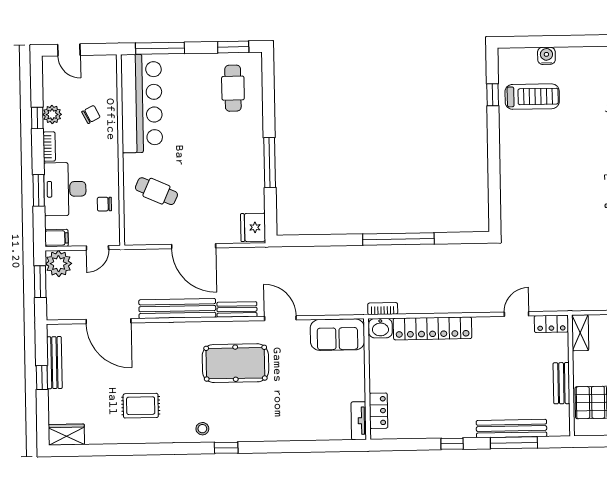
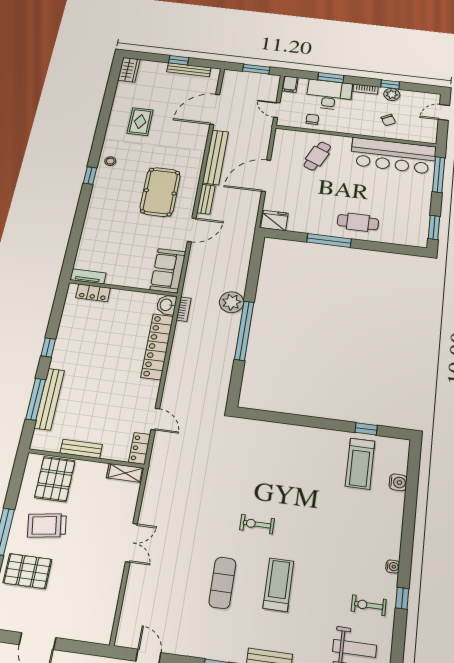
cafe table: (233, 88) -> (358, 222), moved
plant: (59, 264) -> (232, 302), moved

